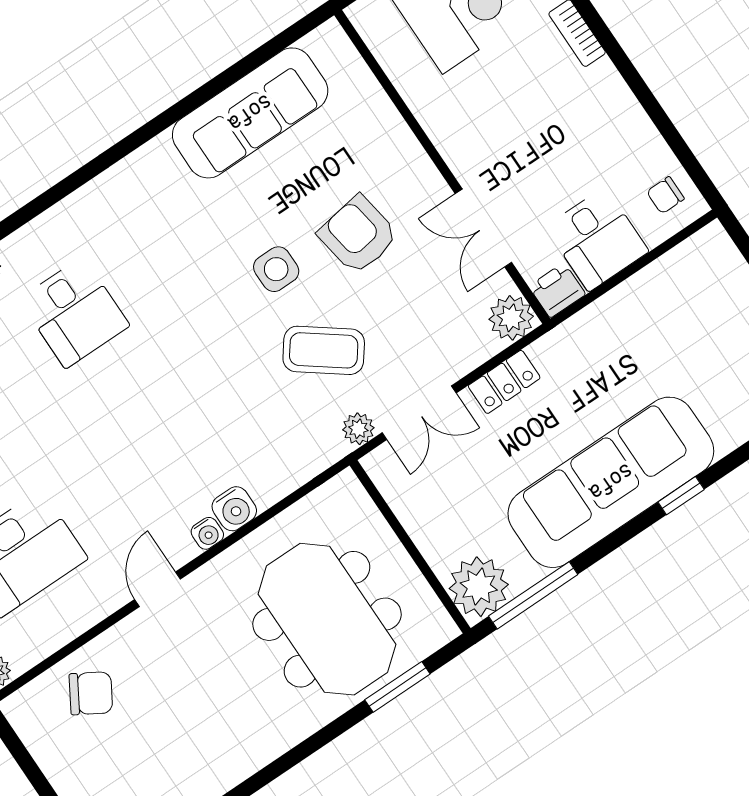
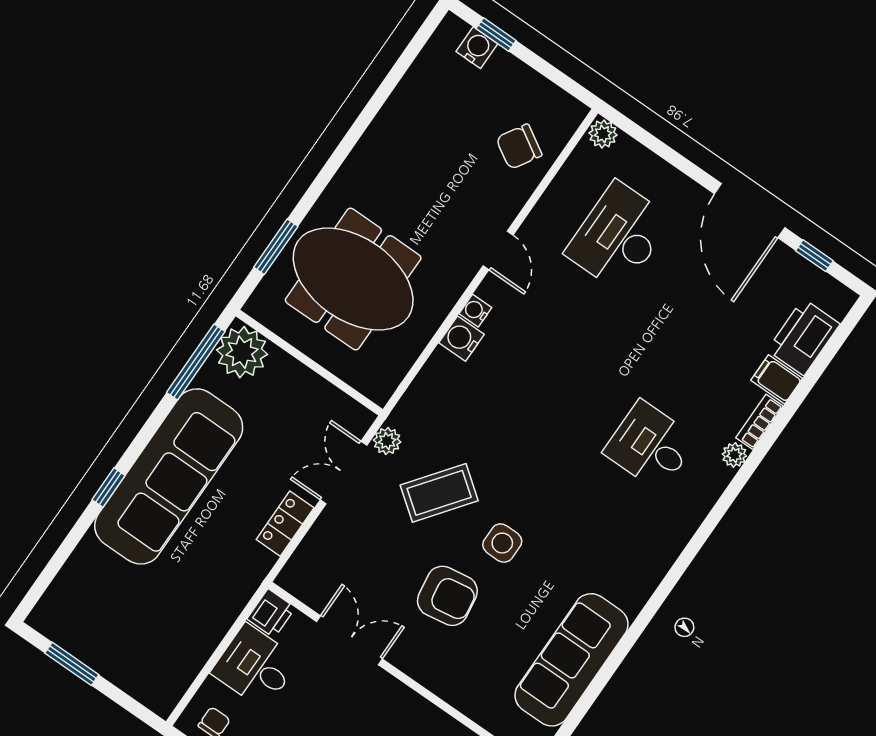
plant: (511, 318) -> (299, 577), removed

